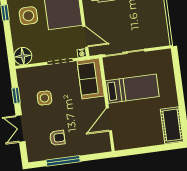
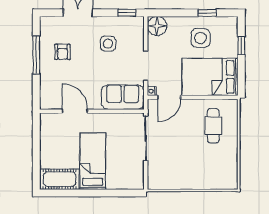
bed: (132, 89) -> (93, 161), moved, turned 180
window: (16, 96) -> (127, 13), moved

